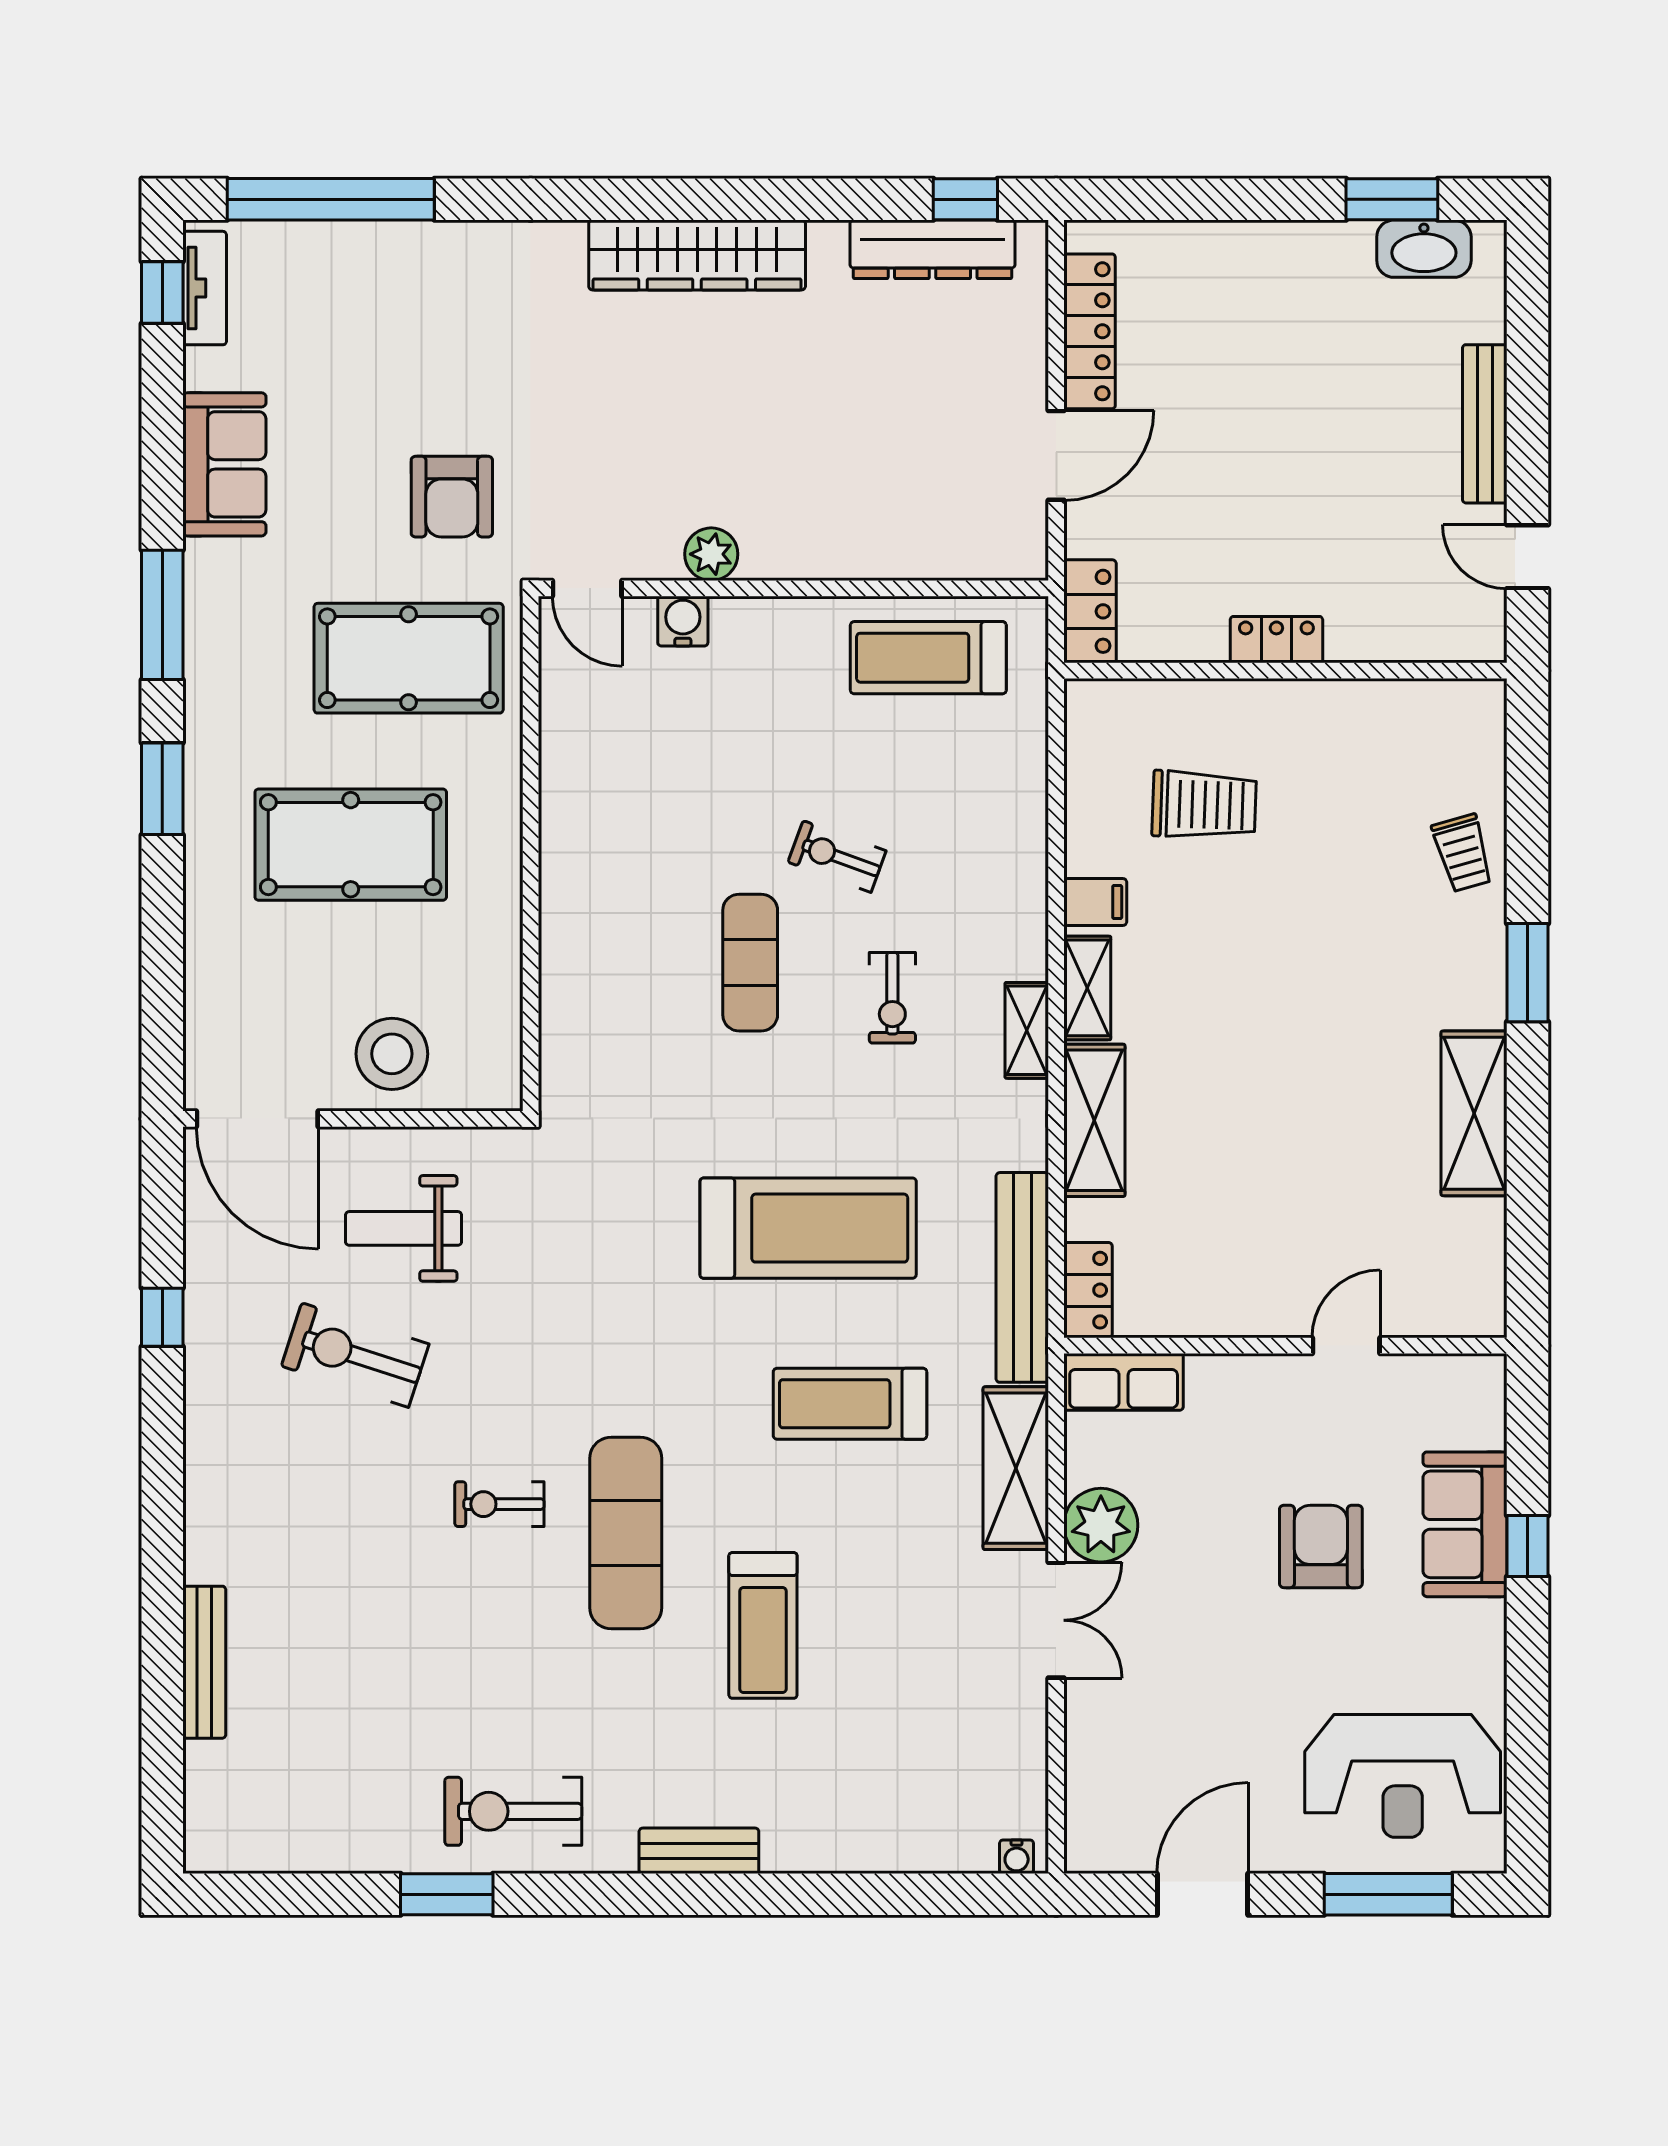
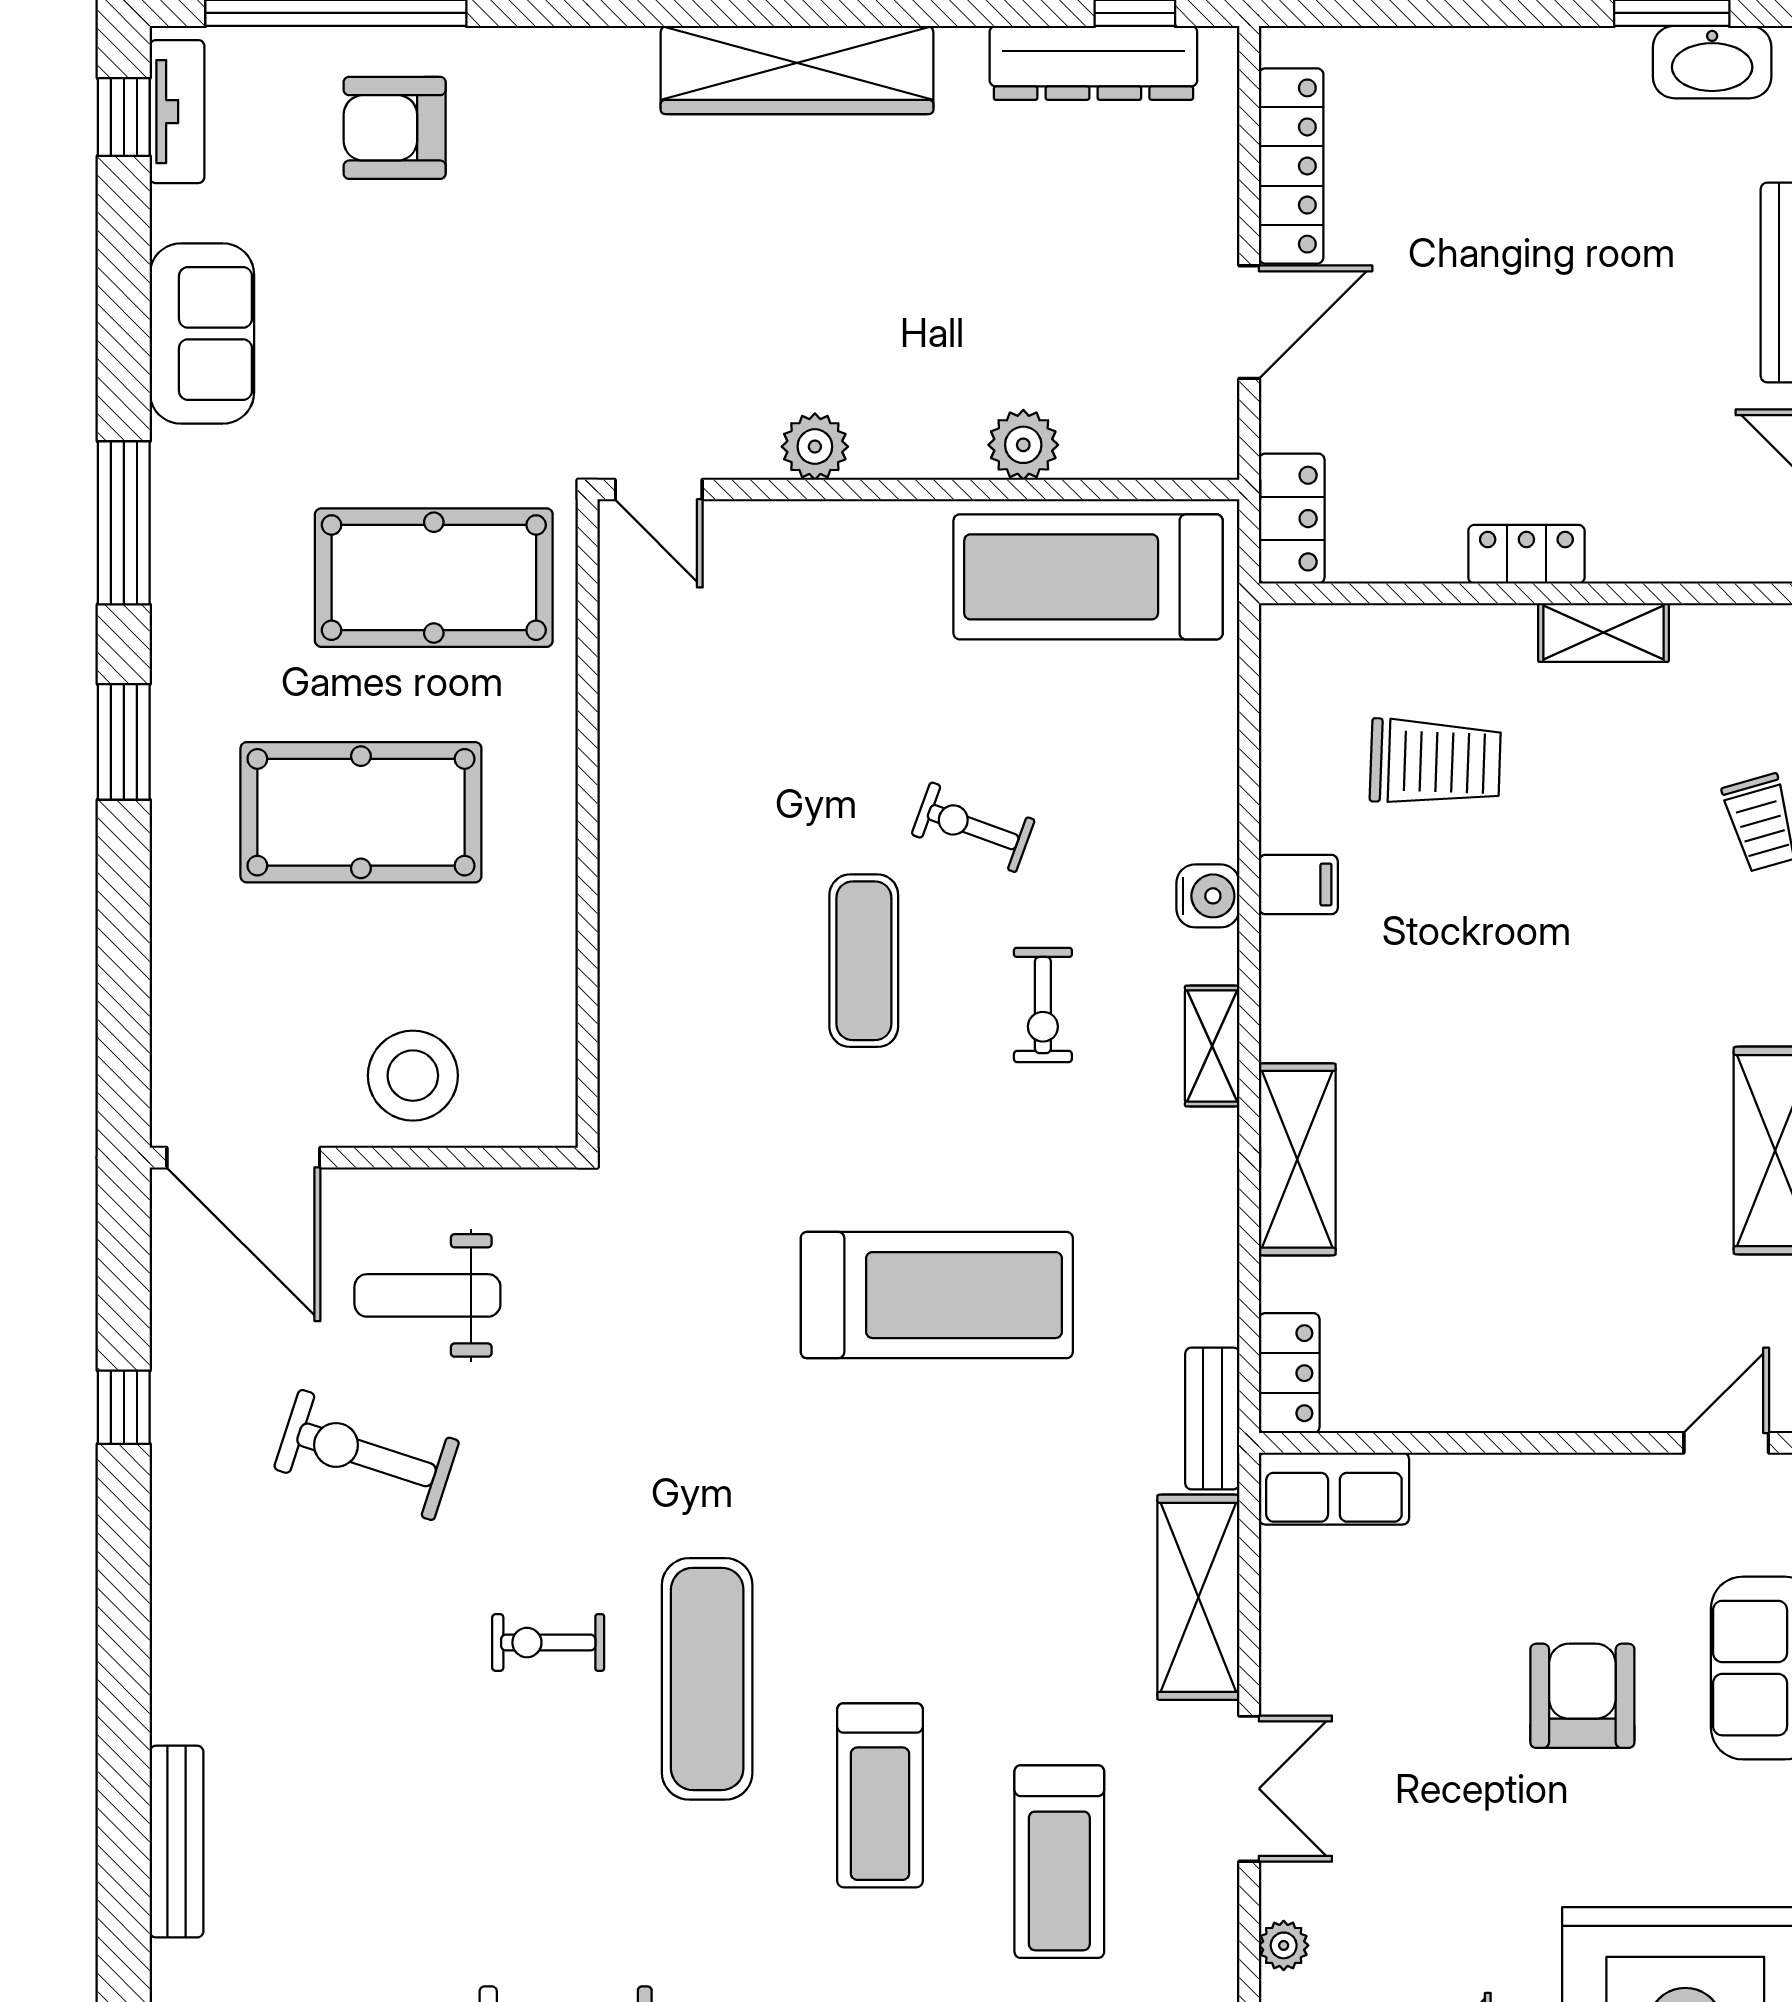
armchair: (452, 497) -> (395, 128), moved, turned 90
plant: (877, 553) -> (1023, 445), added
water cooler: (683, 621) -> (1208, 896), moved, turned 90
treadmill: (928, 658) -> (1088, 577), width x1.37, depth x1.38
shelving: (1087, 988) -> (1604, 632), moved, turned 90
bench: (1022, 1277) -> (1212, 1418), width x0.54, depth x0.82
door: (1346, 1346) -> (1726, 1443), moved
treadmill: (850, 1404) -> (1059, 1862), moved, turned -90
plant: (1101, 1525) -> (1284, 1945), moved, width x0.53, depth x0.53

